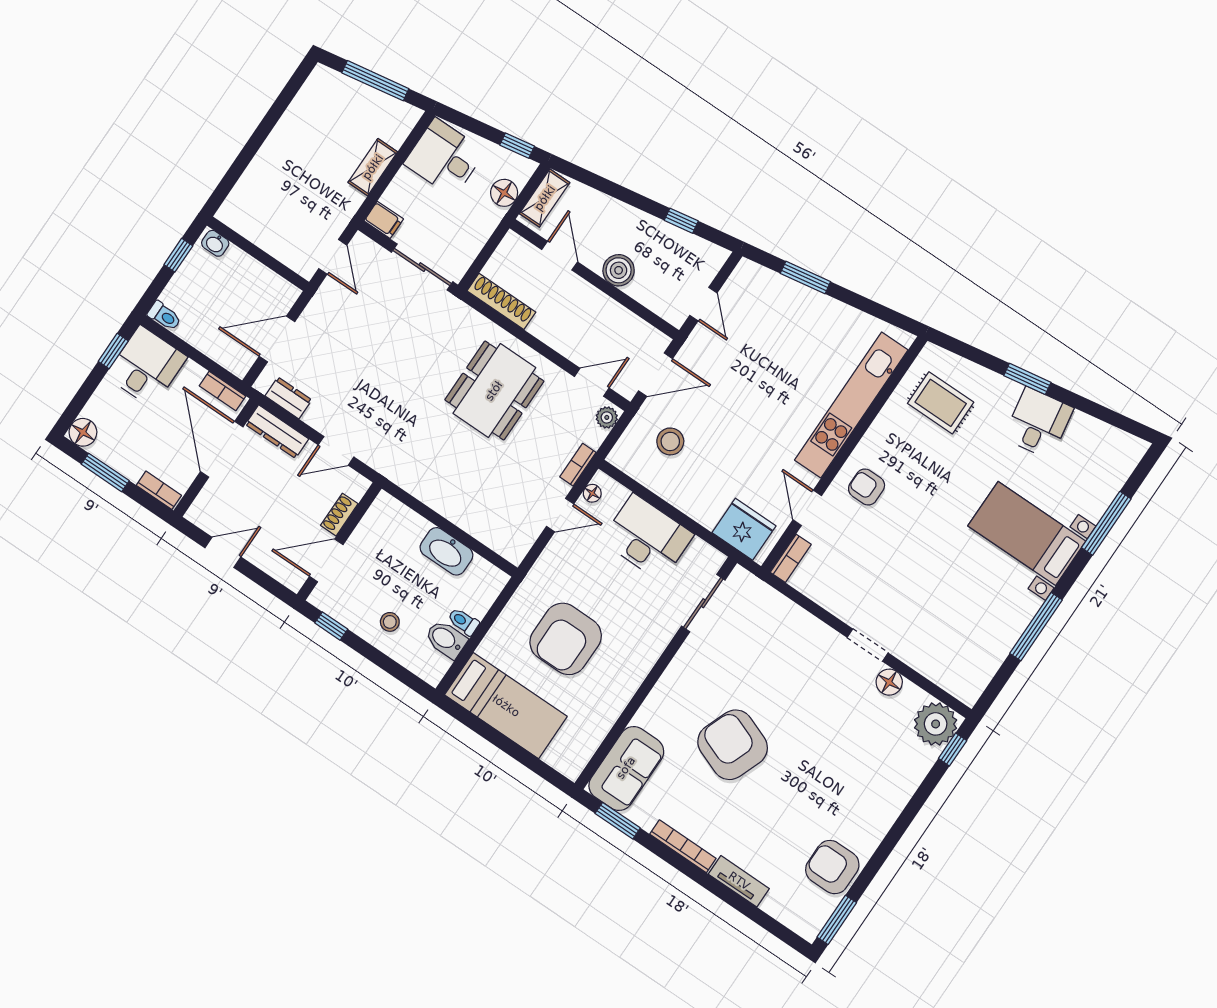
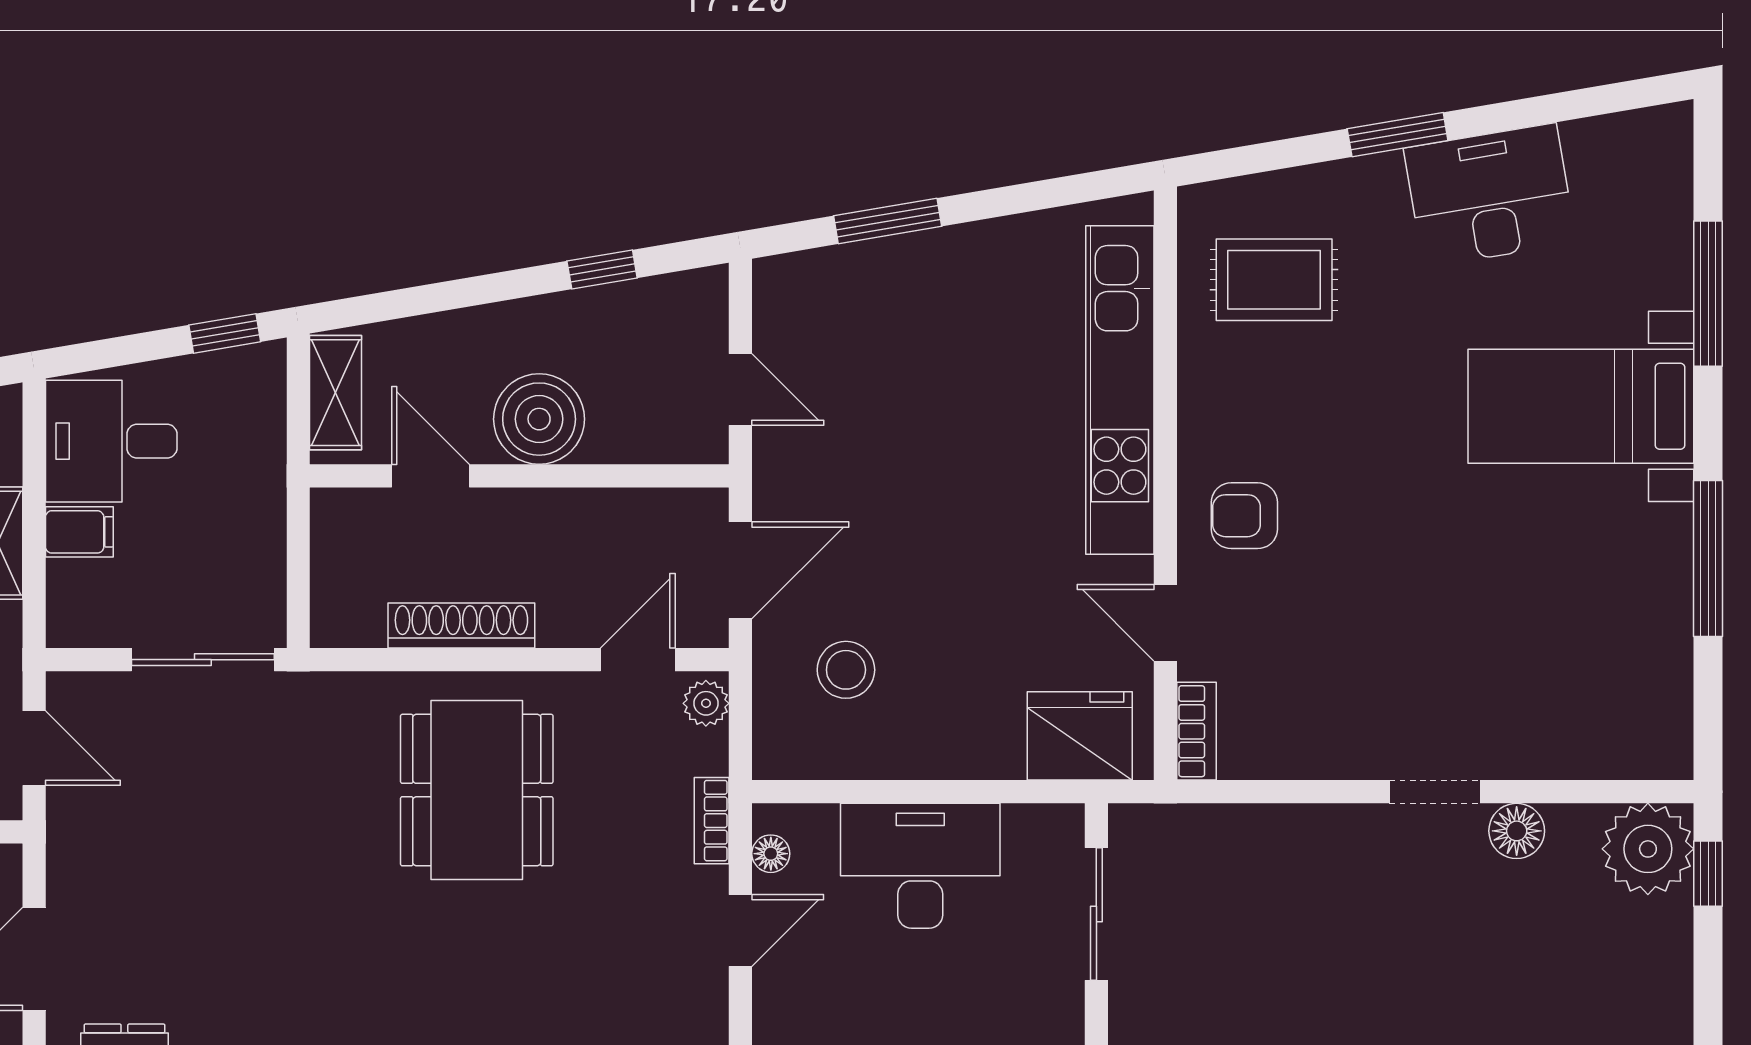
floor lamp: (504, 193) -> (258, 432), removed
filing cabinet: (384, 220) -> (79, 532), moved
boiler: (619, 270) -> (539, 419), width x1.37, depth x1.37
shoe rack: (501, 301) -> (461, 626), moved
desk: (1038, 423) -> (1490, 195), width x1.37

